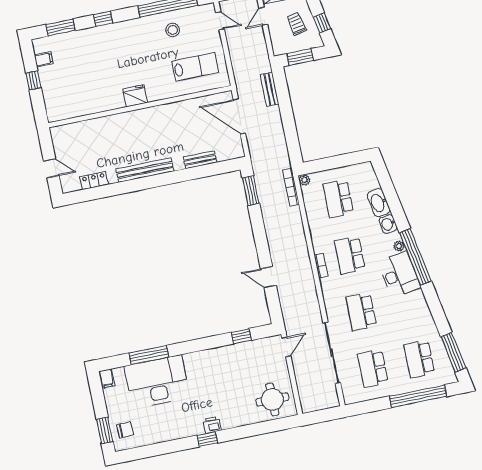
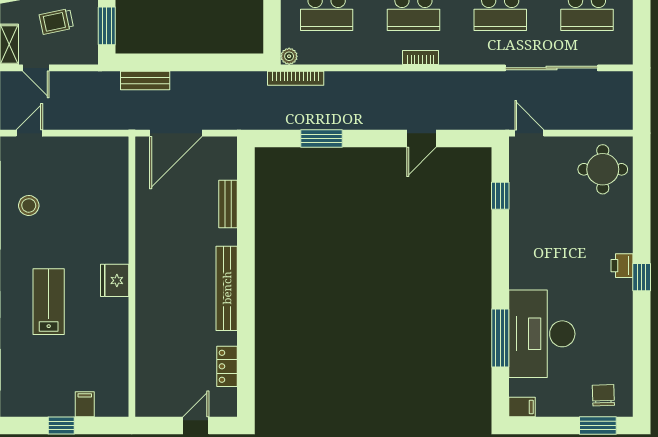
filing cabinet: (44, 59) -> (85, 404), moved
lab bench: (195, 67) -> (49, 302), moved
window: (251, 191) -> (321, 139), moved

